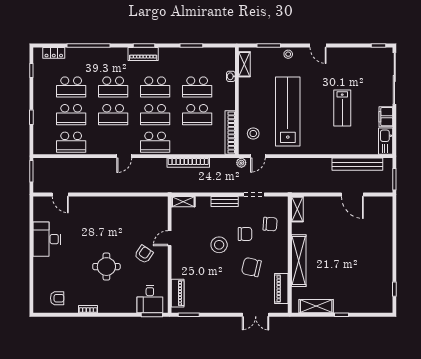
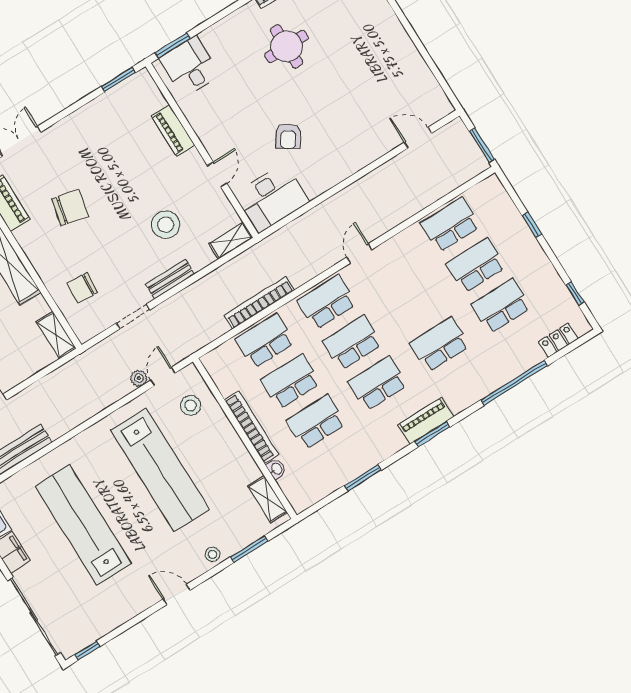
lab bench: (342, 108) -> (83, 525), width x1.86, depth x1.39
school desk: (113, 115) -> (265, 341), moved
bookcase: (230, 133) -> (252, 427), moved
plant: (241, 163) -> (139, 378), moved
chair: (245, 234) -> (110, 250), removed
desk: (47, 239) -> (272, 198), moved, turned 90
stool: (219, 245) -> (166, 225), moved
armchair: (144, 254) -> (288, 136), moved
round table: (106, 267) -> (287, 46), moved
piano: (178, 293) -> (173, 130), moved

